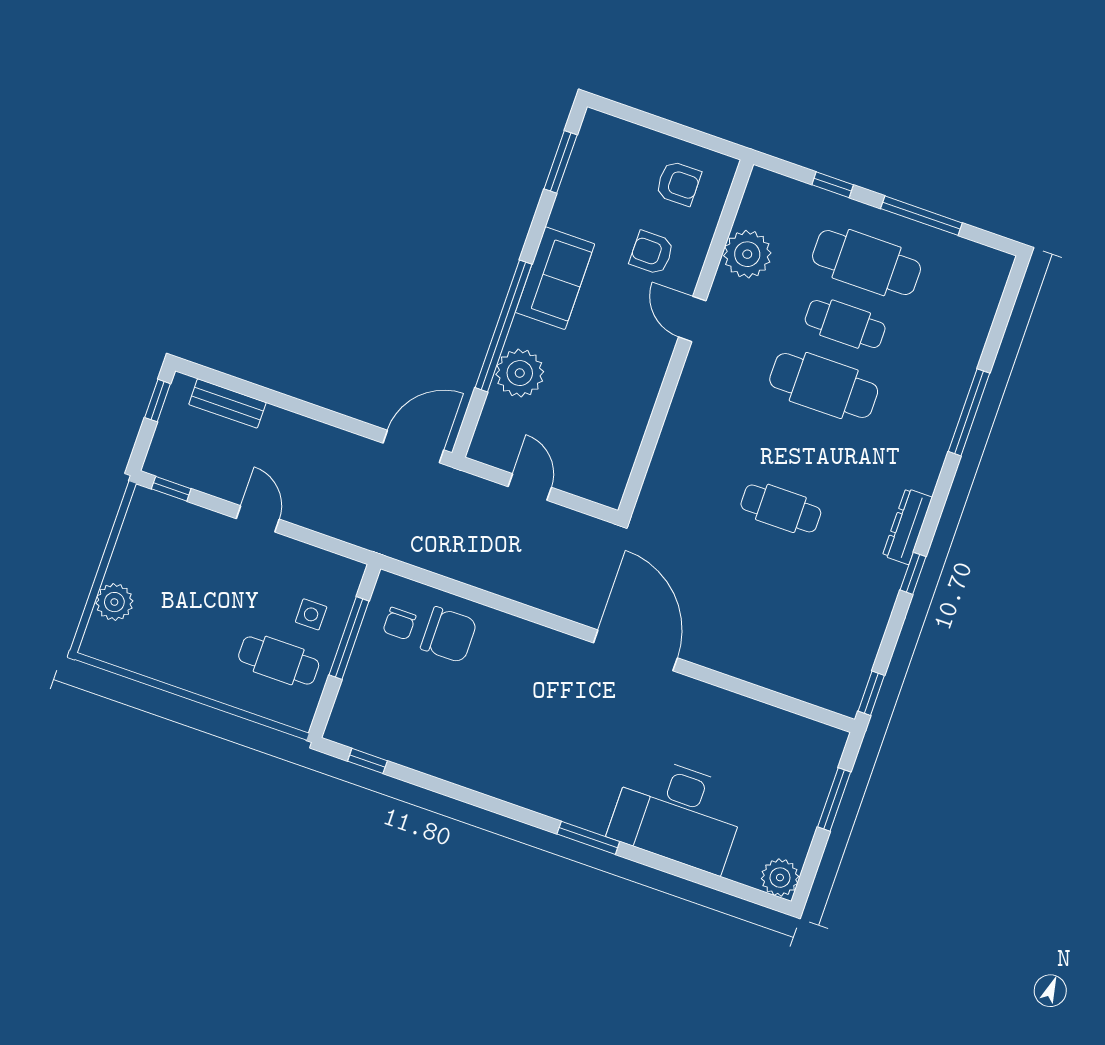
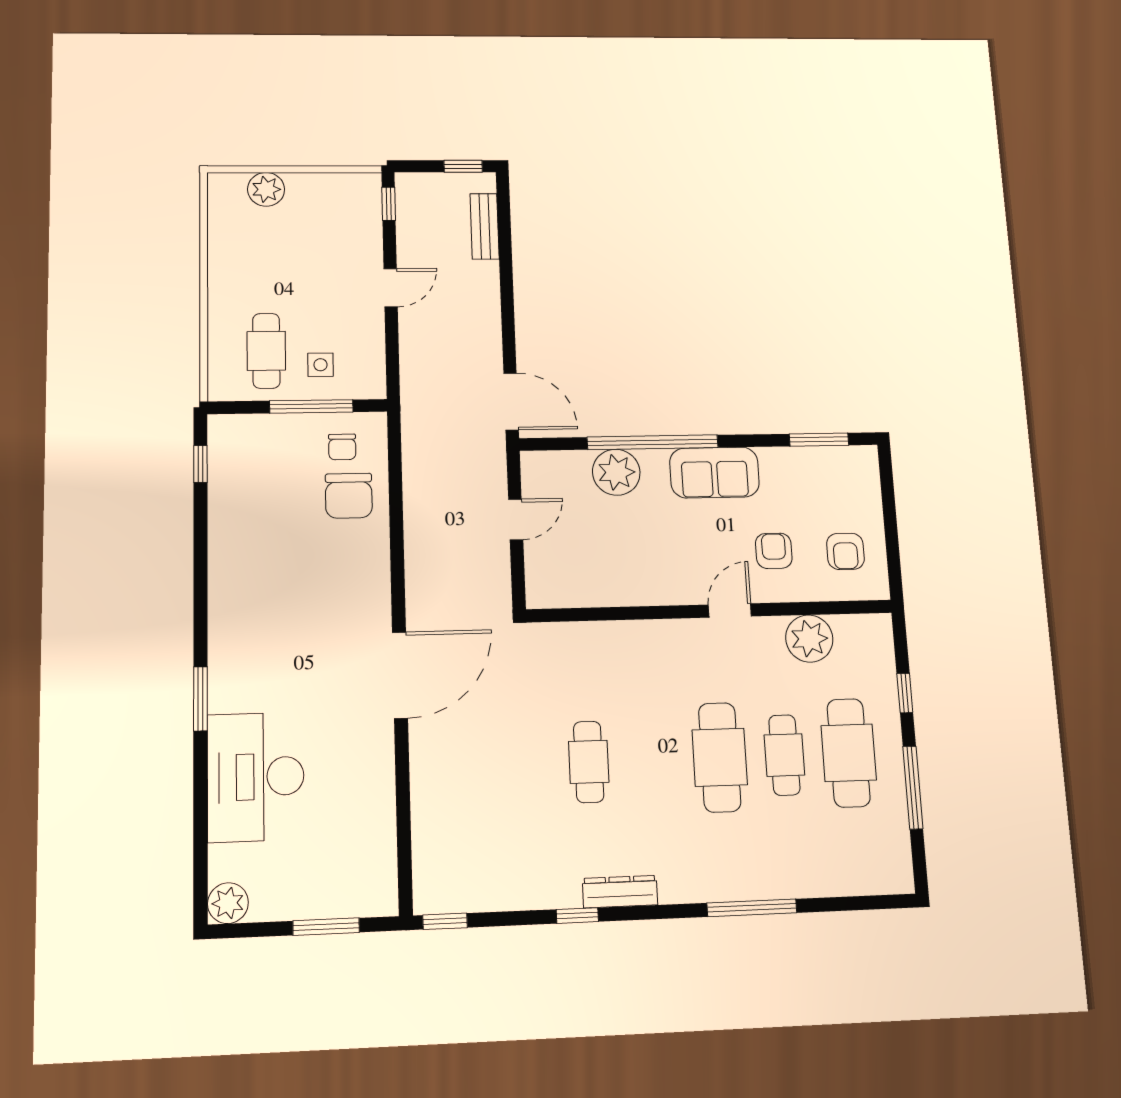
chair: (399, 624) -> (342, 447), turned -90

